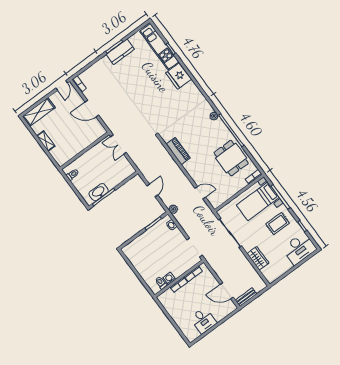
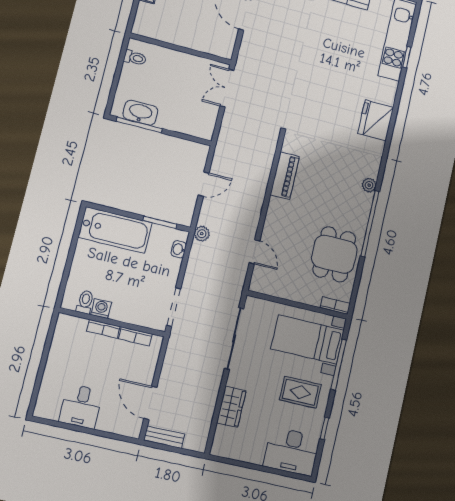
fridge: (179, 76) -> (376, 120), moved
bathtub: (141, 245) -> (115, 230), added

